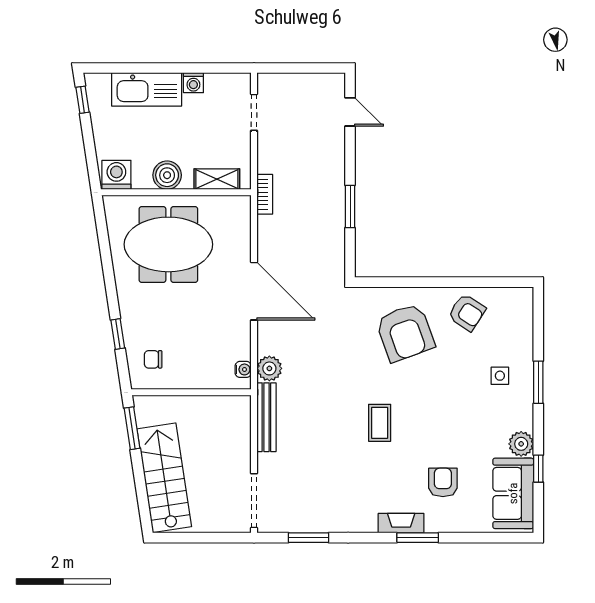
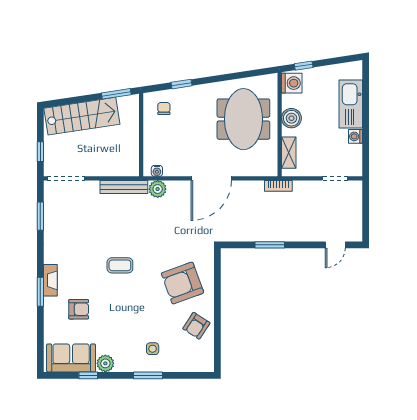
window: (82, 100) -> (304, 66), moved
window: (215, 538) -> (40, 152), added

